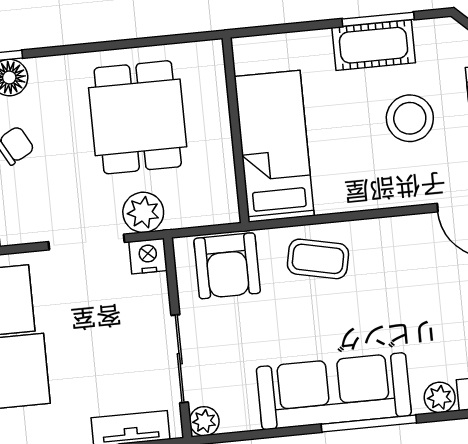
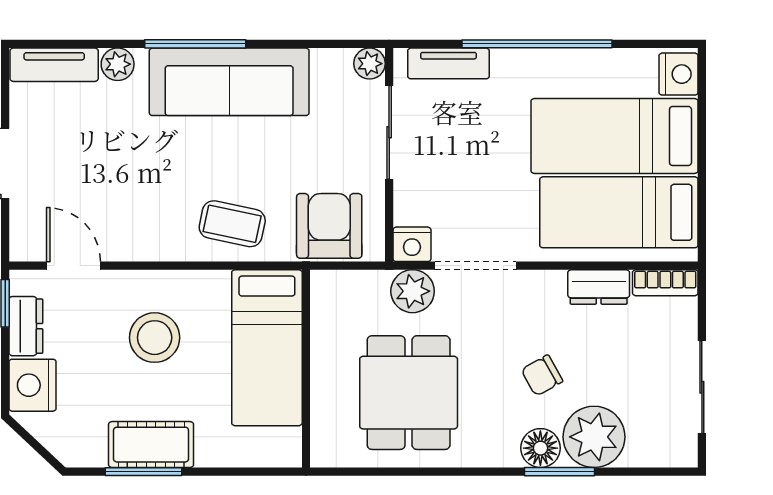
stool: (410, 118) -> (155, 338), moved

